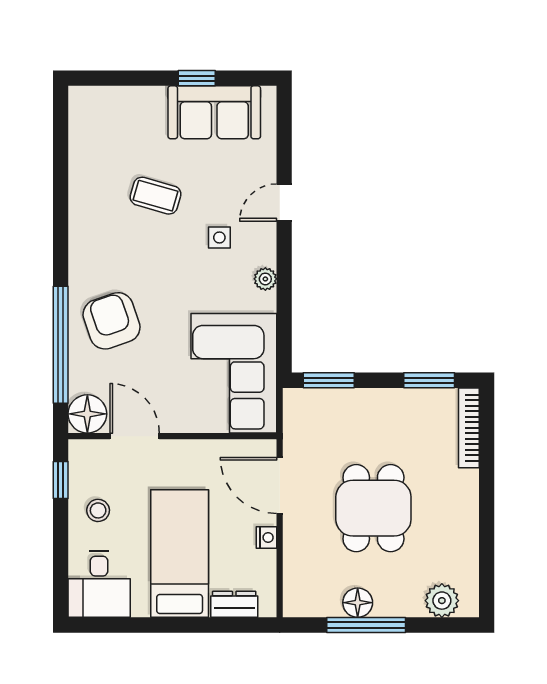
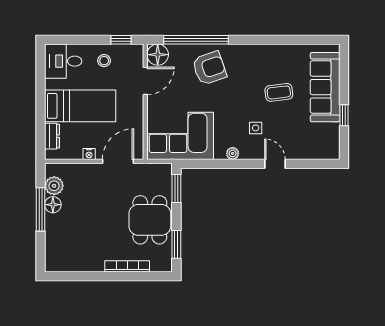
sofa: (214, 112) -> (325, 87), moved, width x1.36
coffee table: (156, 196) -> (279, 92), turned 67
bookcase: (469, 428) -> (127, 266), moved
dining table: (373, 508) -> (150, 220), moved, turned 90
plant: (442, 601) -> (54, 186), moved

